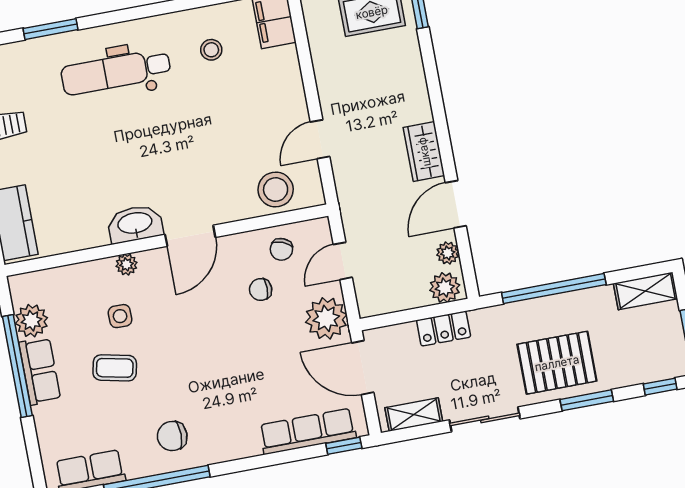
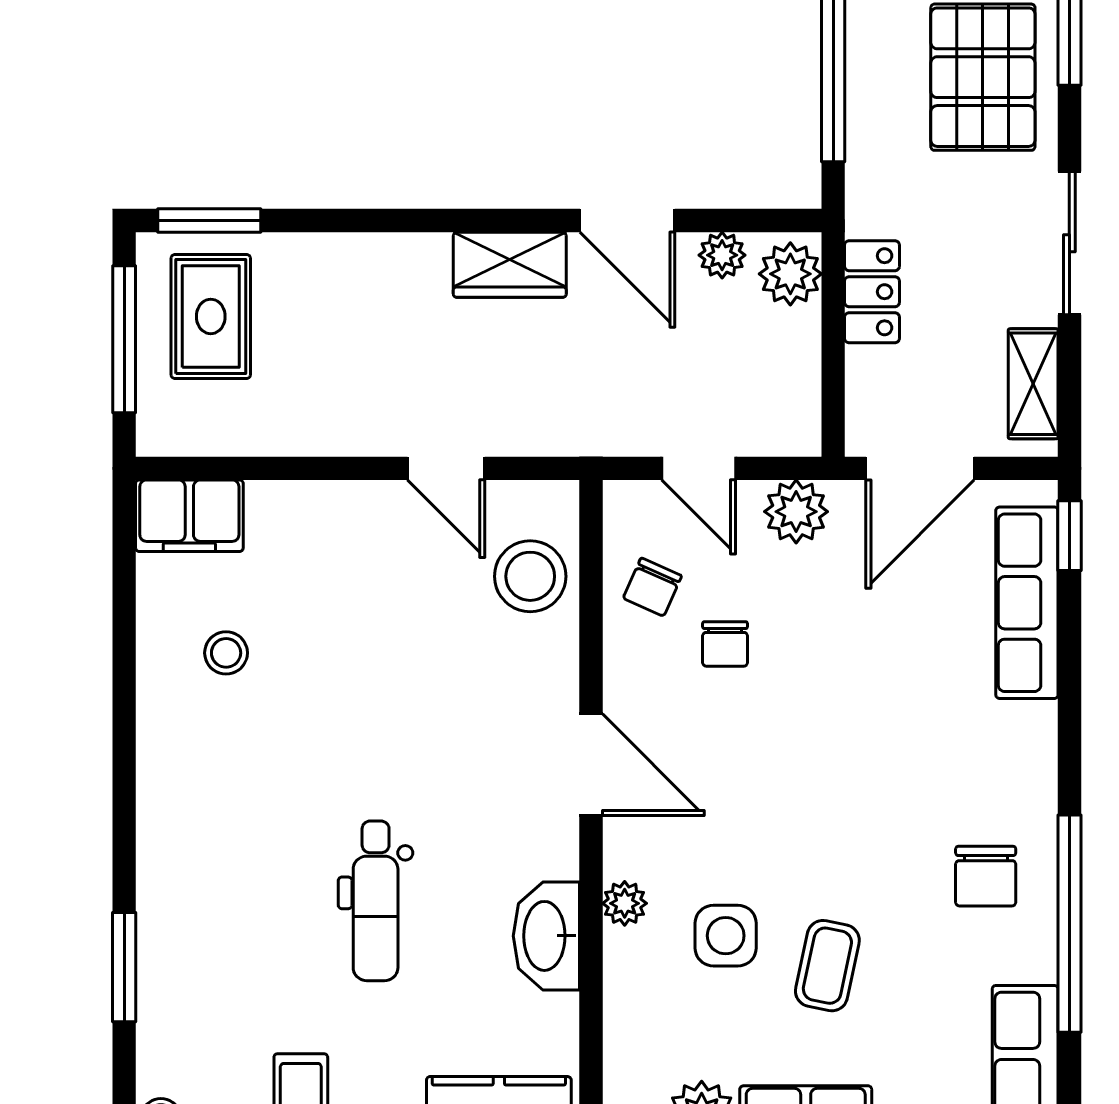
dental chair: (116, 72) -> (376, 901), moved, width x0.73, depth x0.72
washbasin: (135, 224) -> (546, 936), moved
chair: (281, 249) -> (652, 587), turned 93
side table: (120, 316) -> (726, 936), width x1.37, depth x1.37
plant: (326, 318) -> (796, 512), width x0.73, depth x0.73

